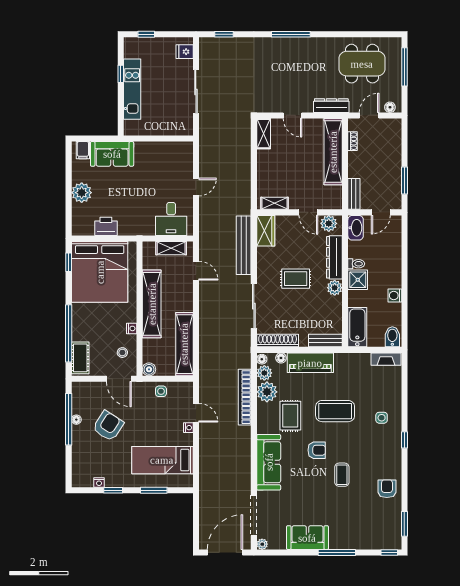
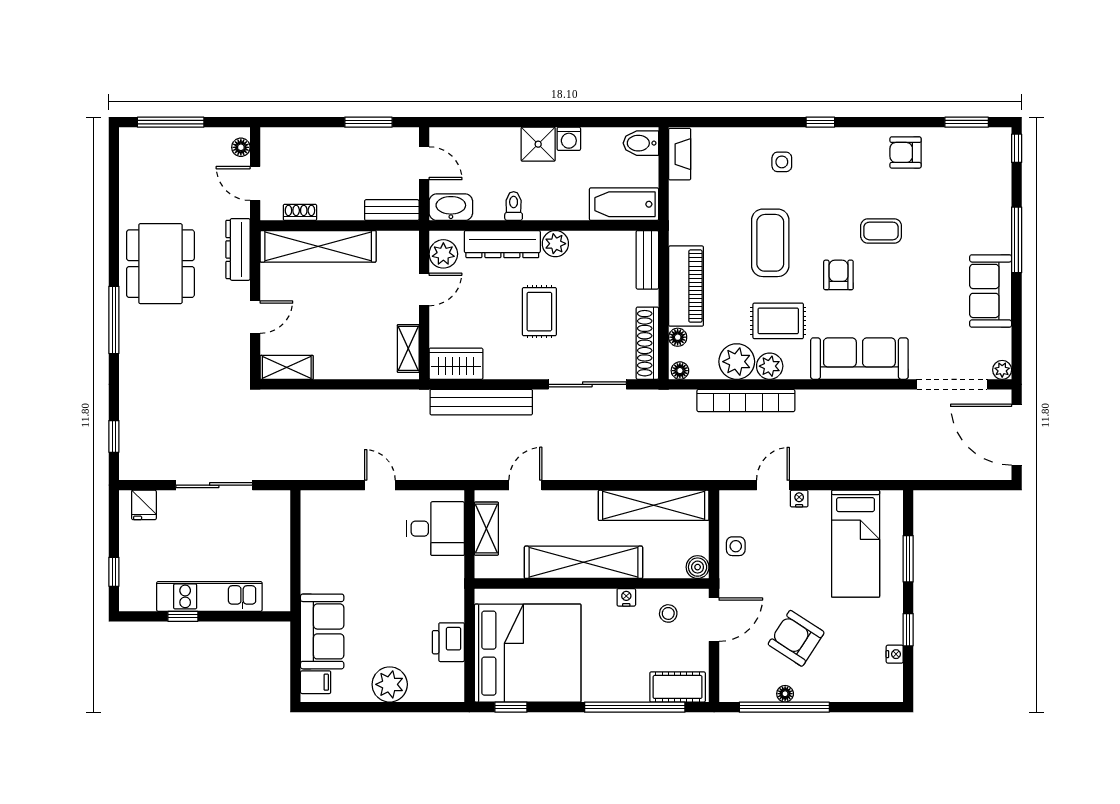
dining table: (362, 64) -> (160, 264), moved
shower: (358, 280) -> (538, 144), moved
plant: (264, 373) -> (770, 366), moved

